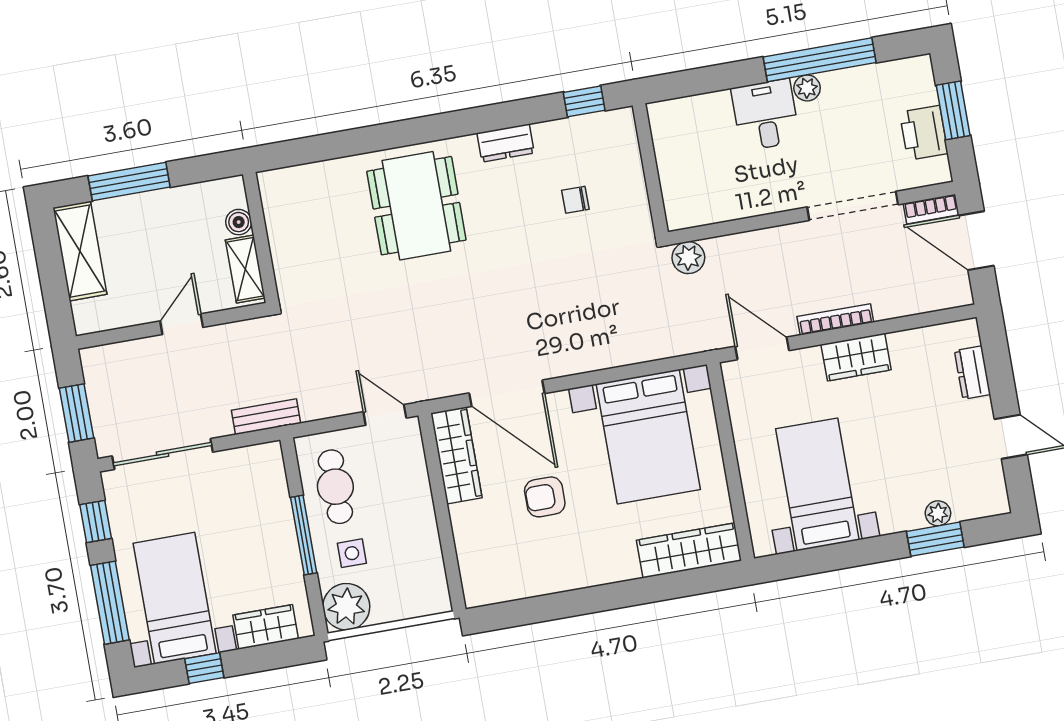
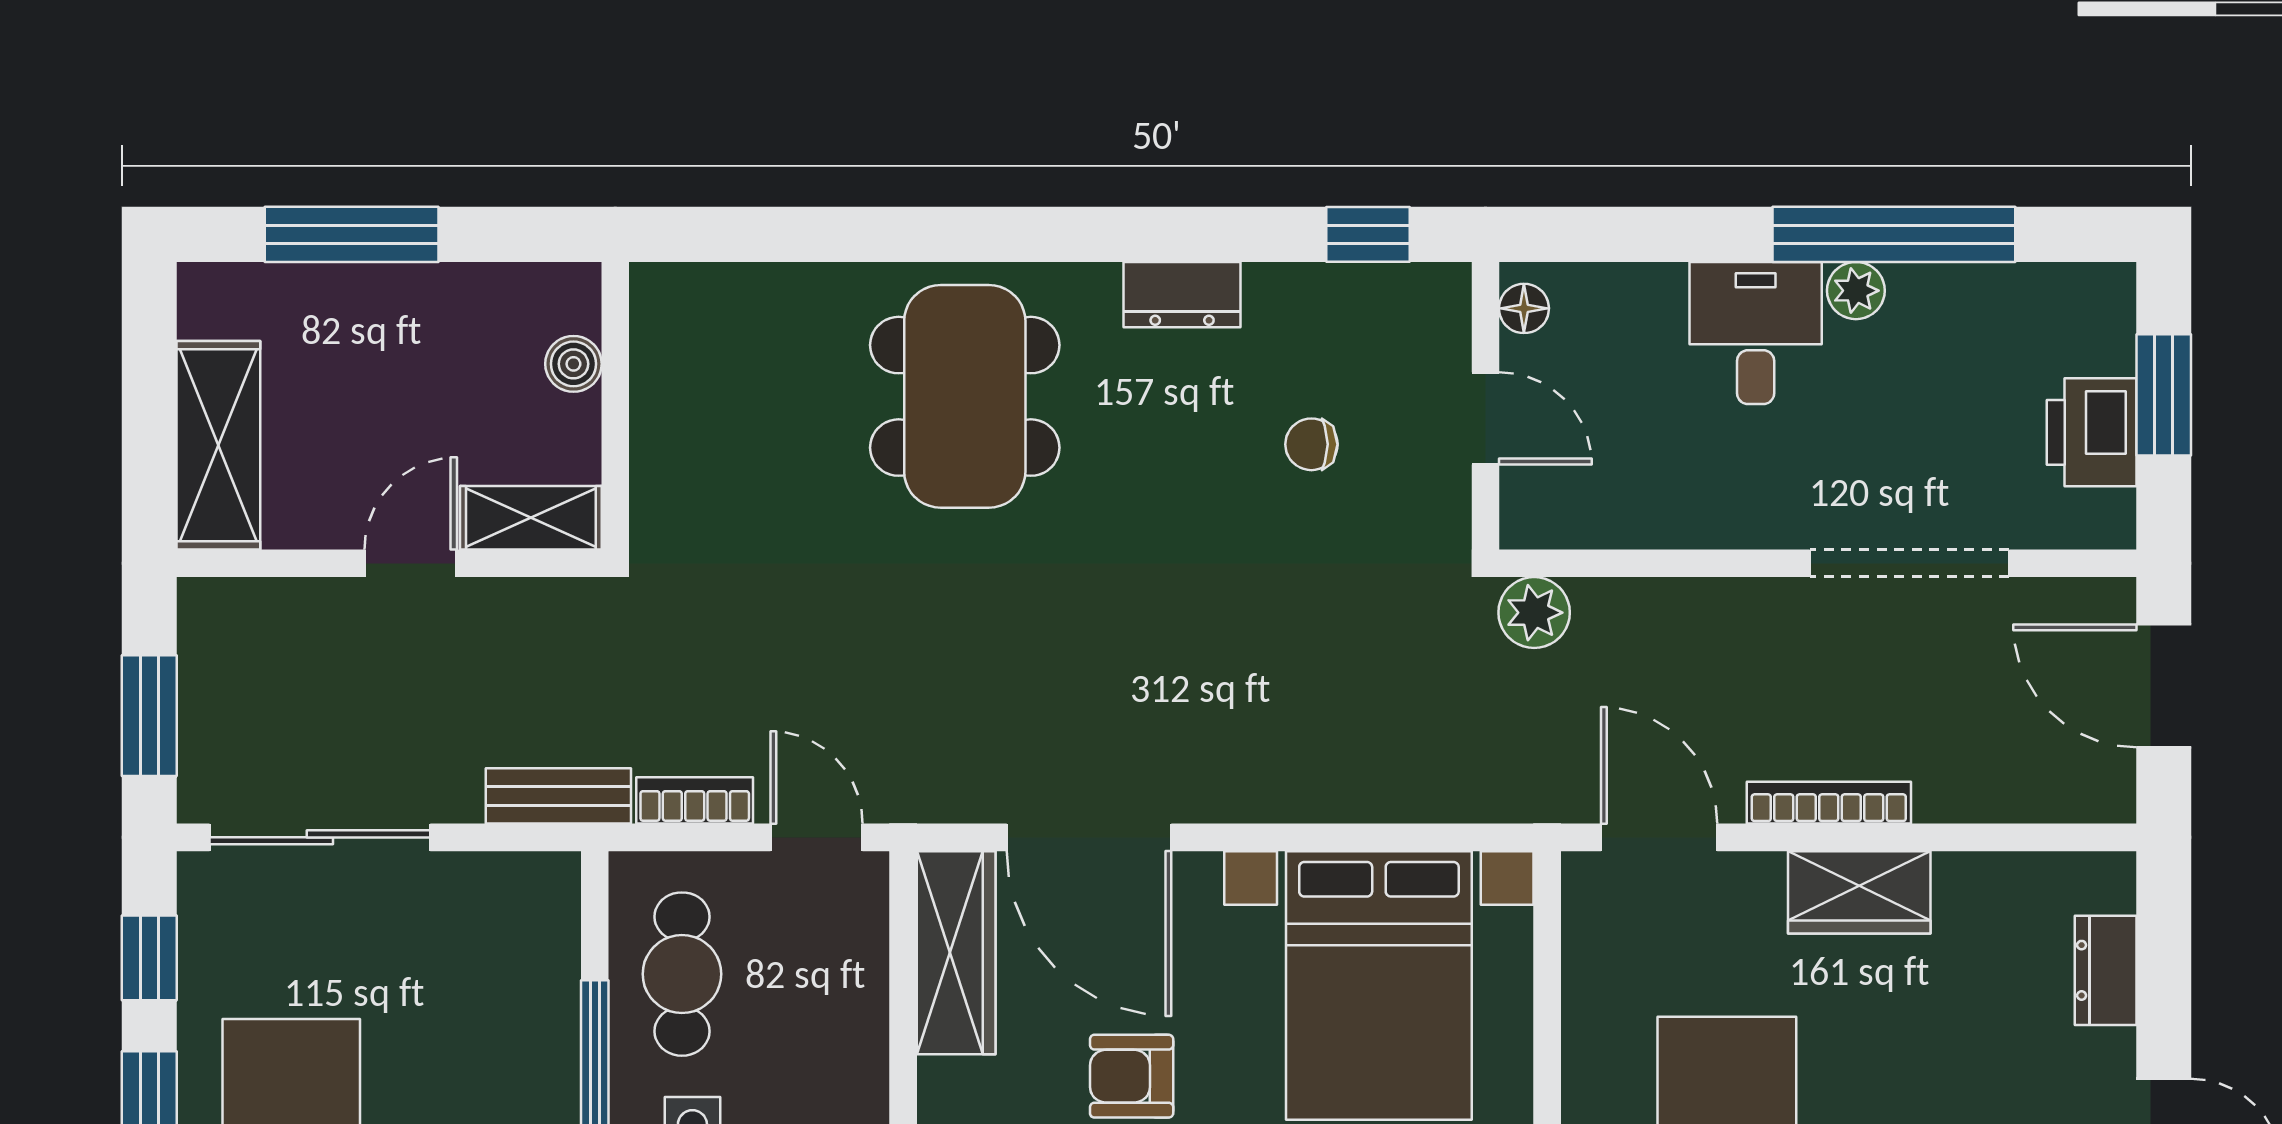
floor lamp: (660, 122) -> (1524, 308), added
door: (651, 174) -> (1485, 418), added
bookcase: (931, 209) -> (695, 800), moved, turned 180
shelving: (80, 251) -> (218, 445), moved
shelving: (245, 269) -> (531, 518), moved, turned 90

